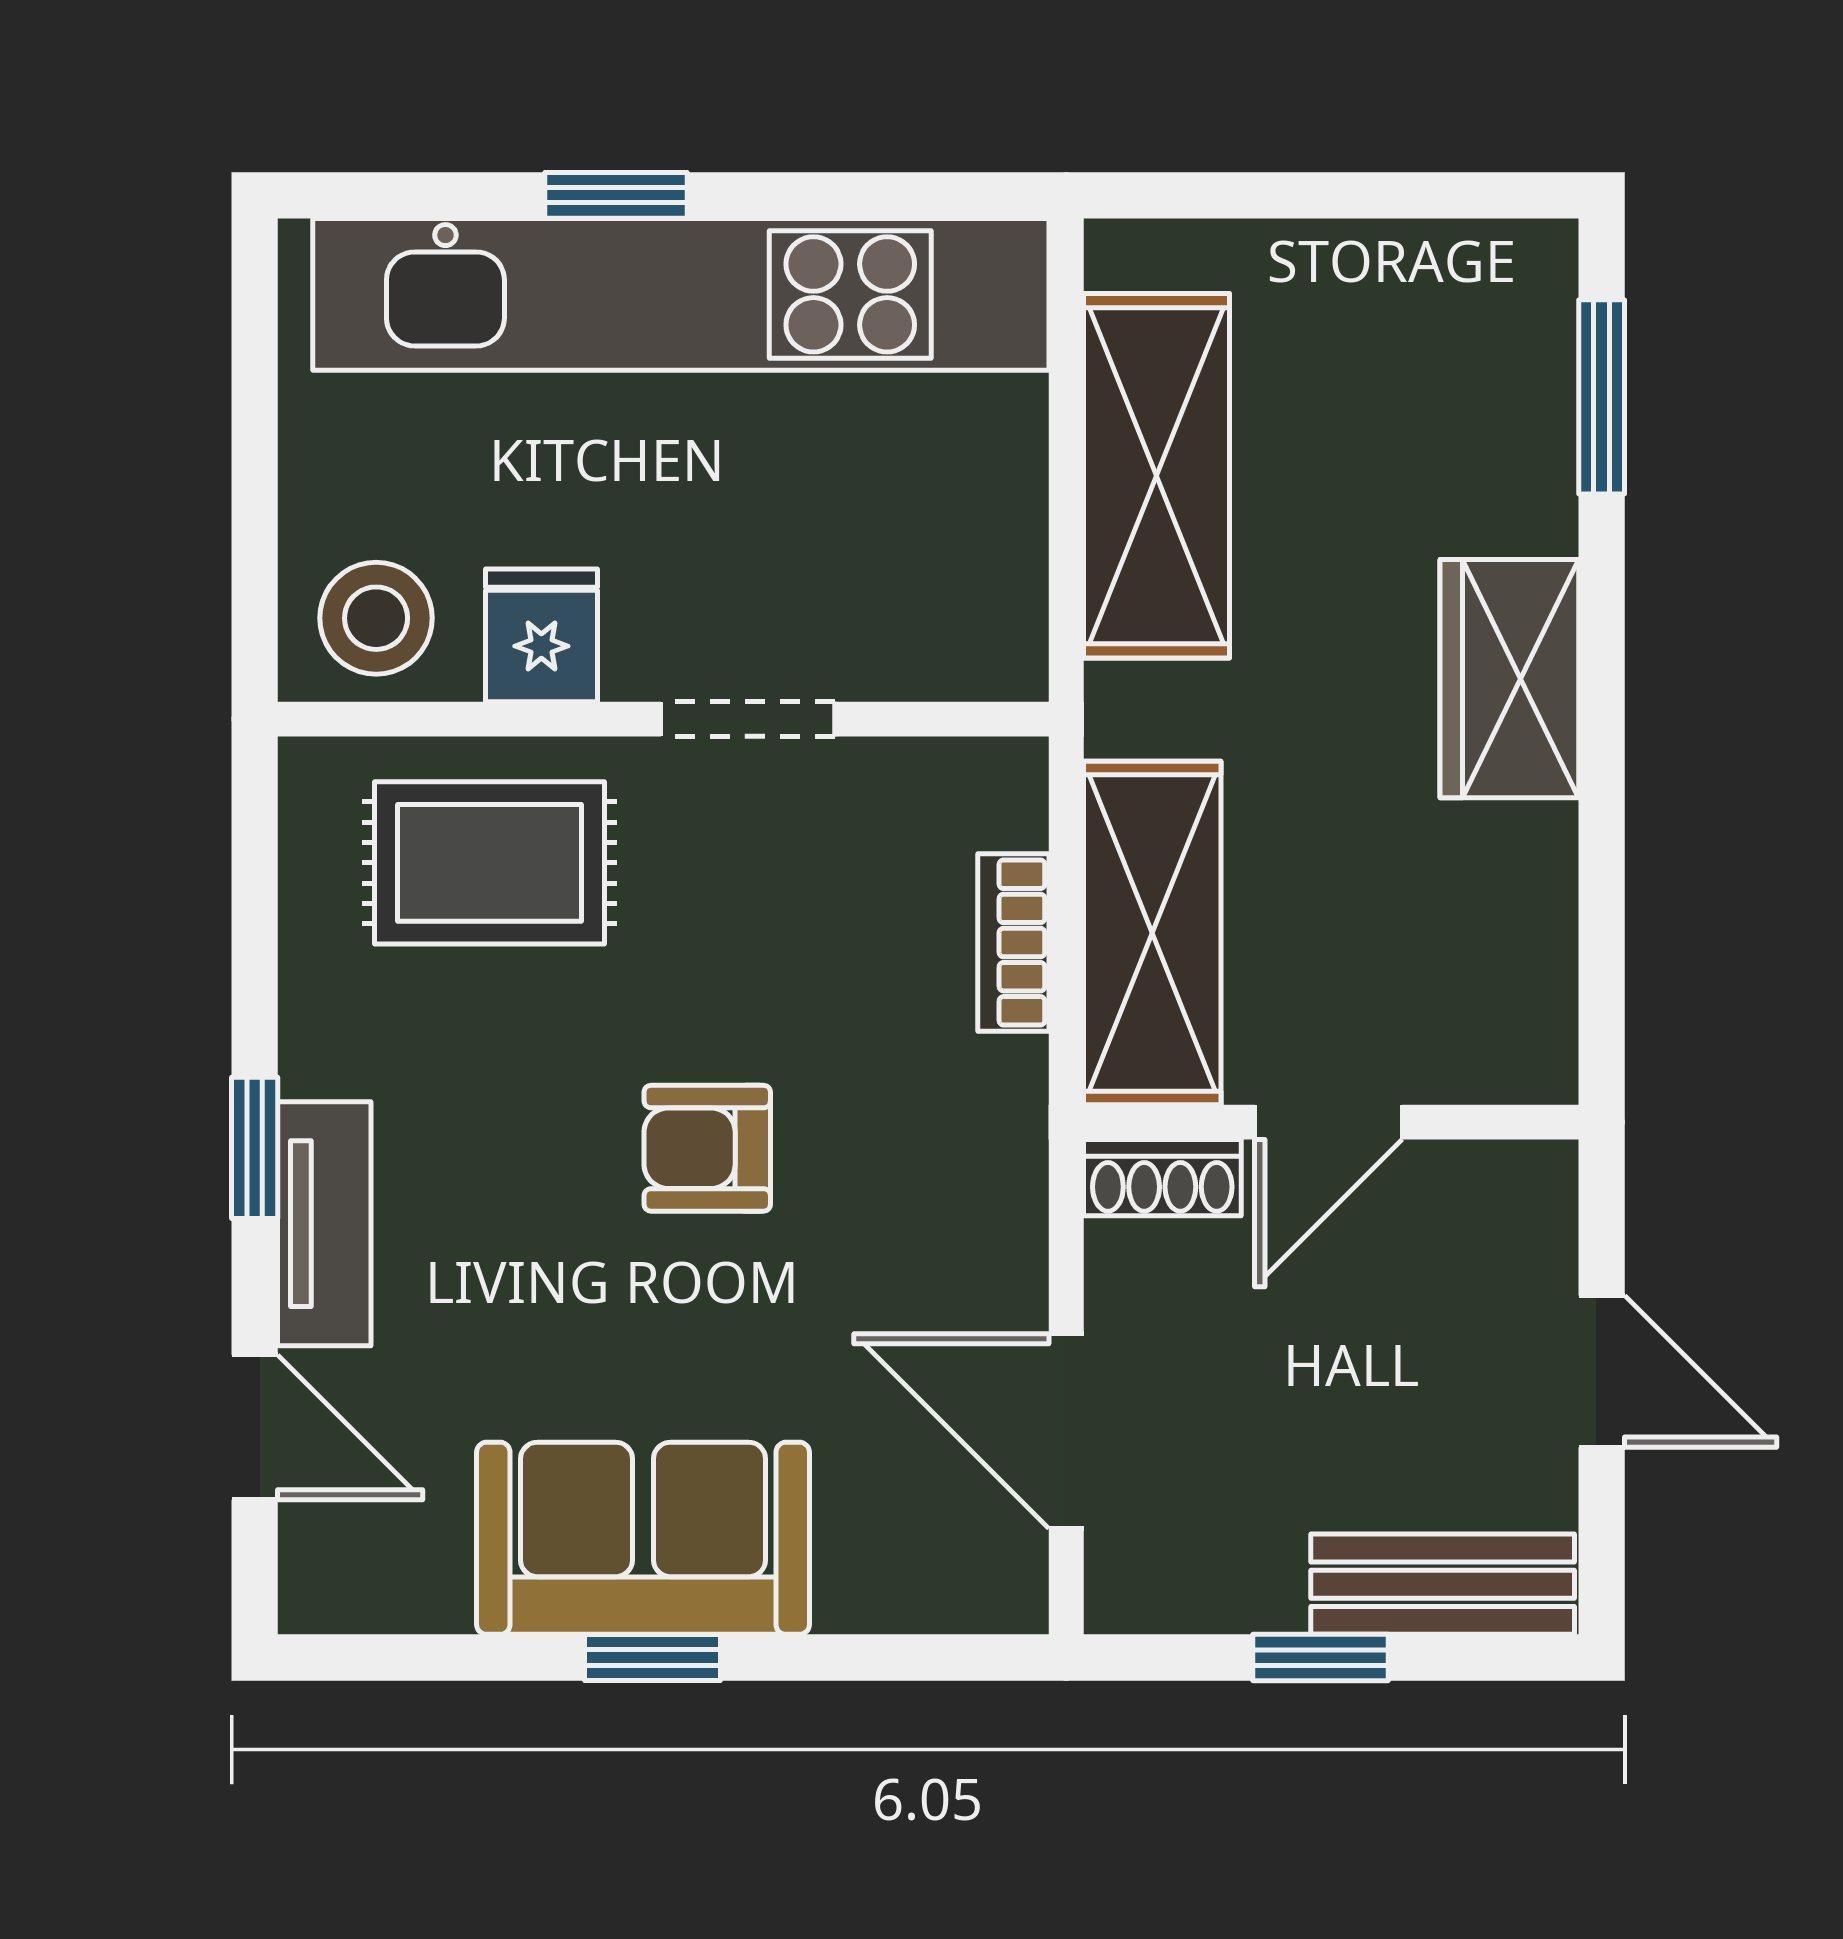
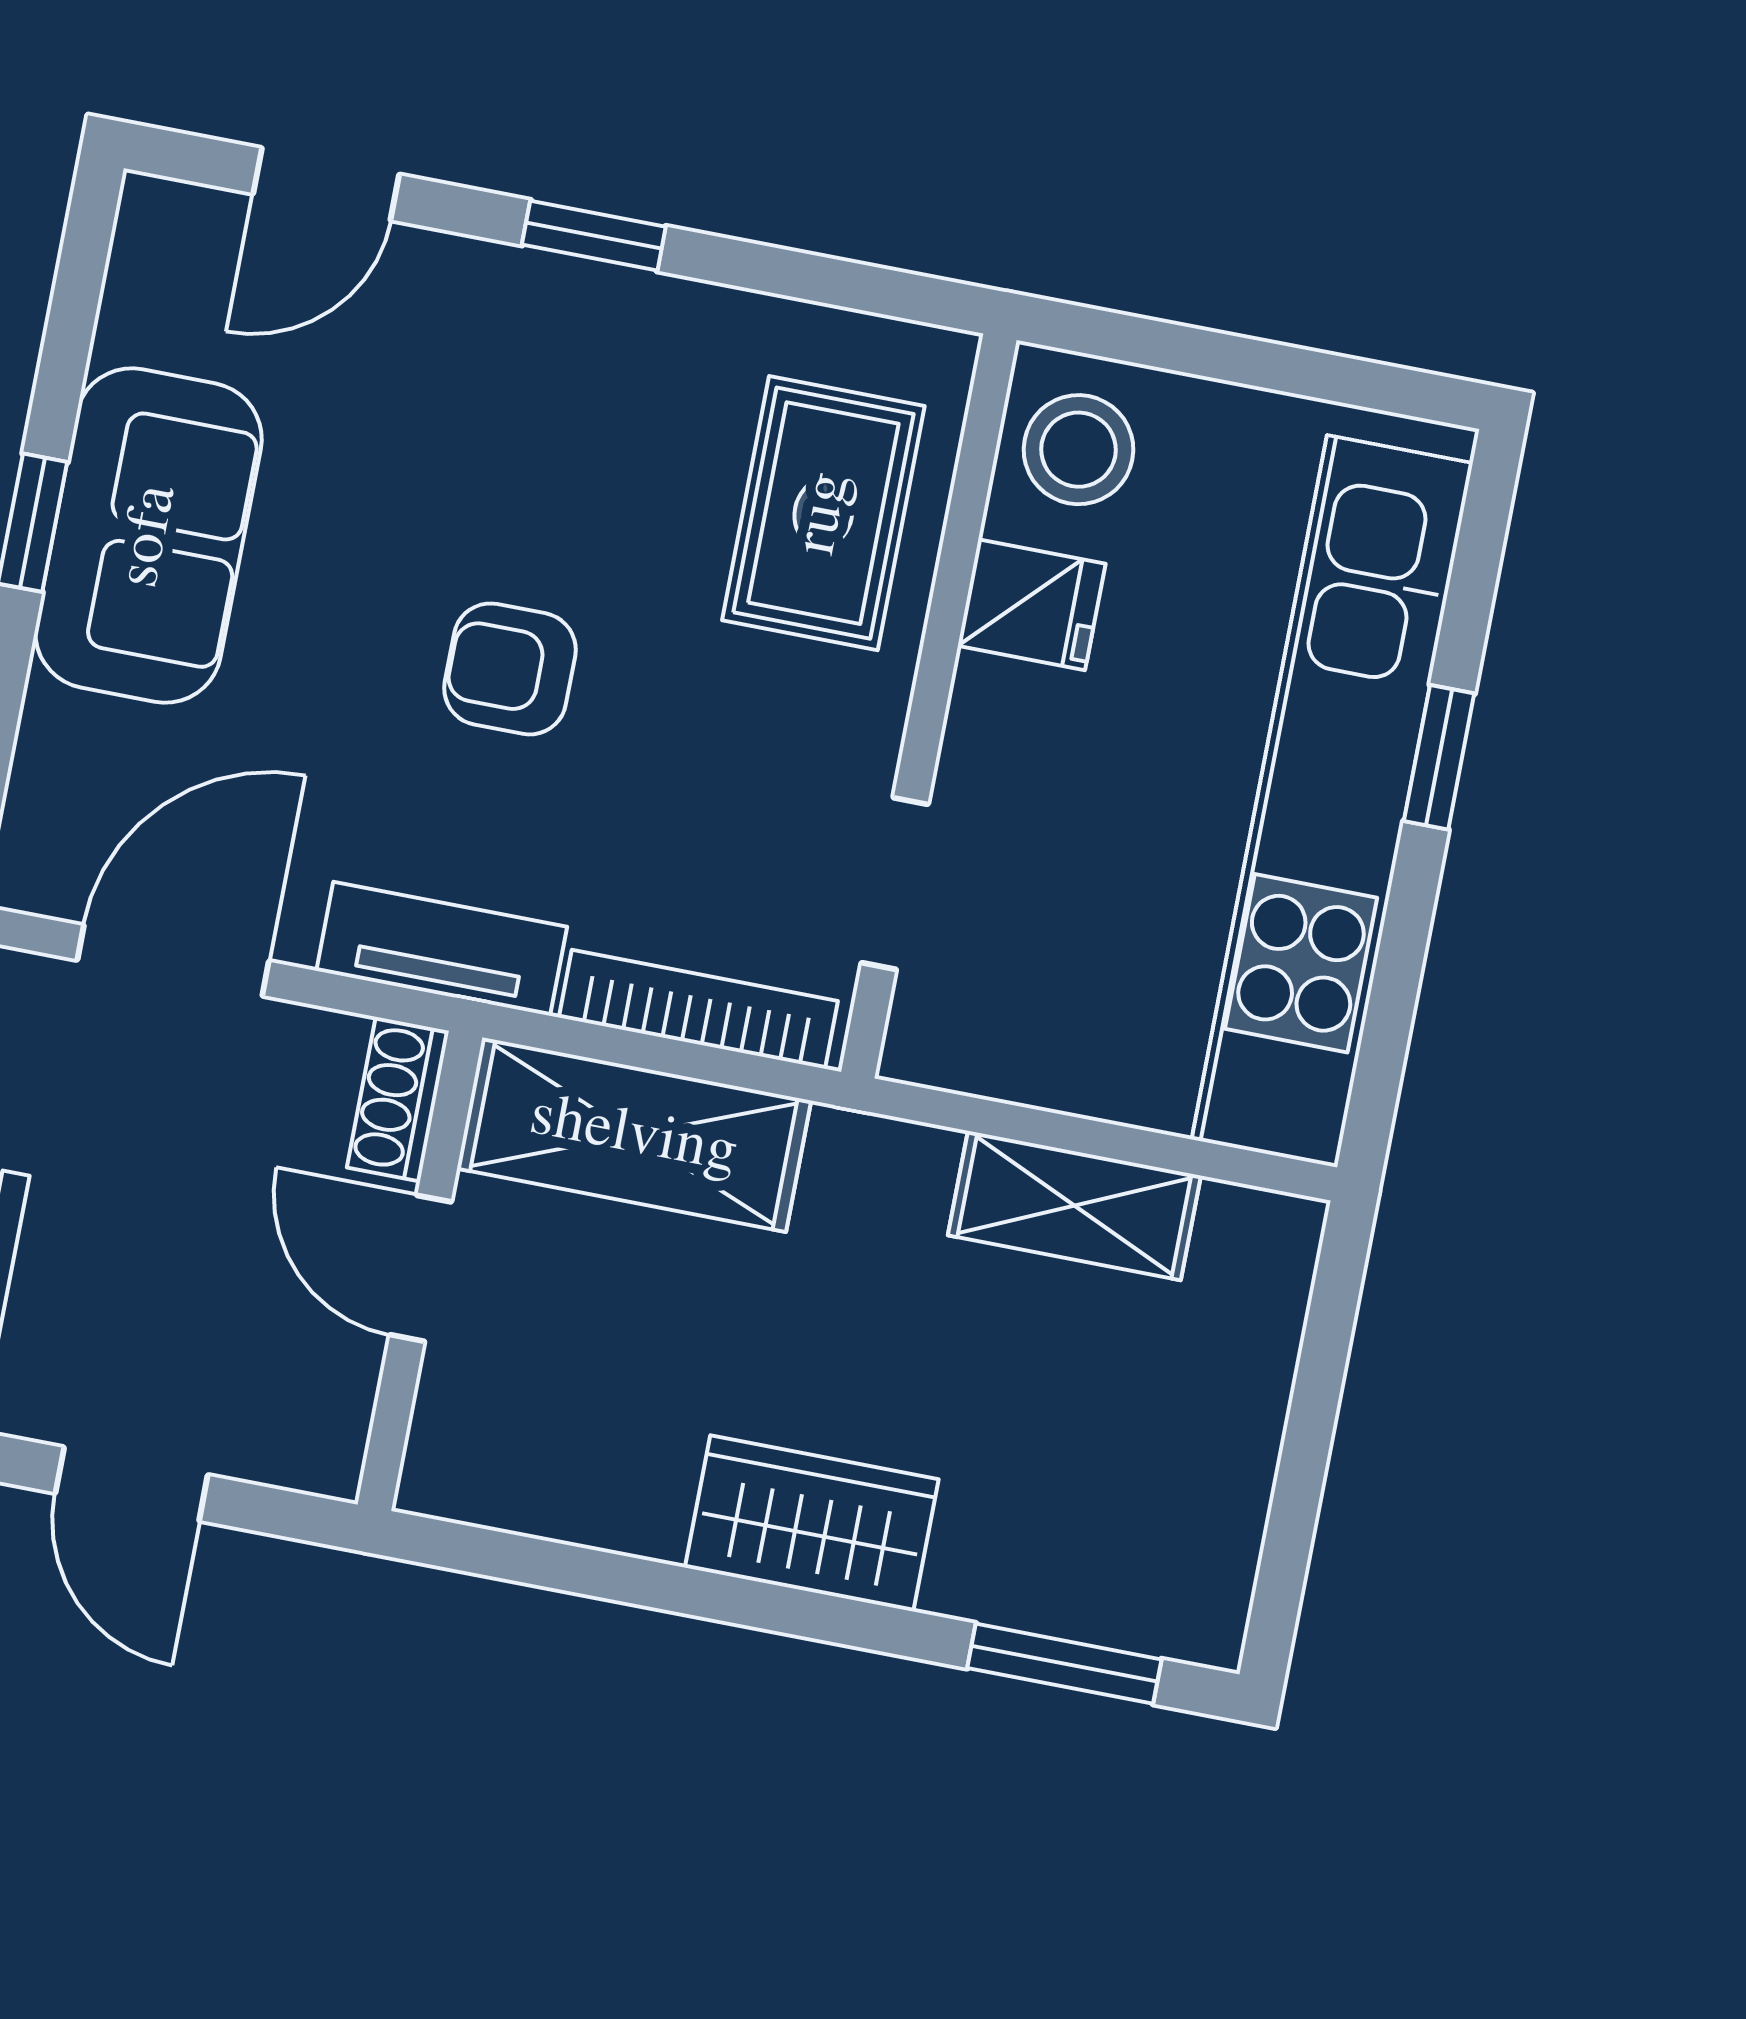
shelving: (1156, 476) -> (1074, 1206), width x0.67, depth x0.75
doorway: (748, 719) -> (895, 884), moved
bookcase: (1013, 943) -> (698, 1009), width x1.56
armchair: (707, 1148) -> (510, 669), turned -90
tv unit: (324, 1224) -> (442, 949), moved, turned 180
door: (1602, 1371) -> (132, 1484), hinge flipped

